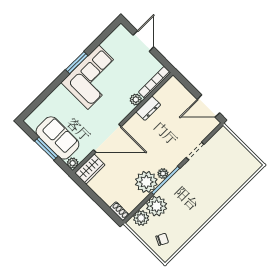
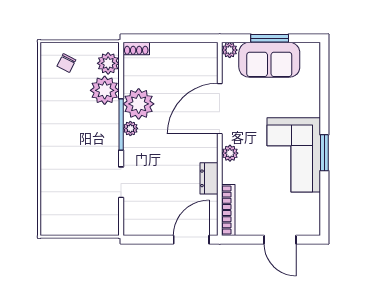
plant: (136, 100) -> (230, 153), moved
door: (208, 106) -> (191, 240), moved
wardrobe: (90, 169) -> (207, 61), removed

